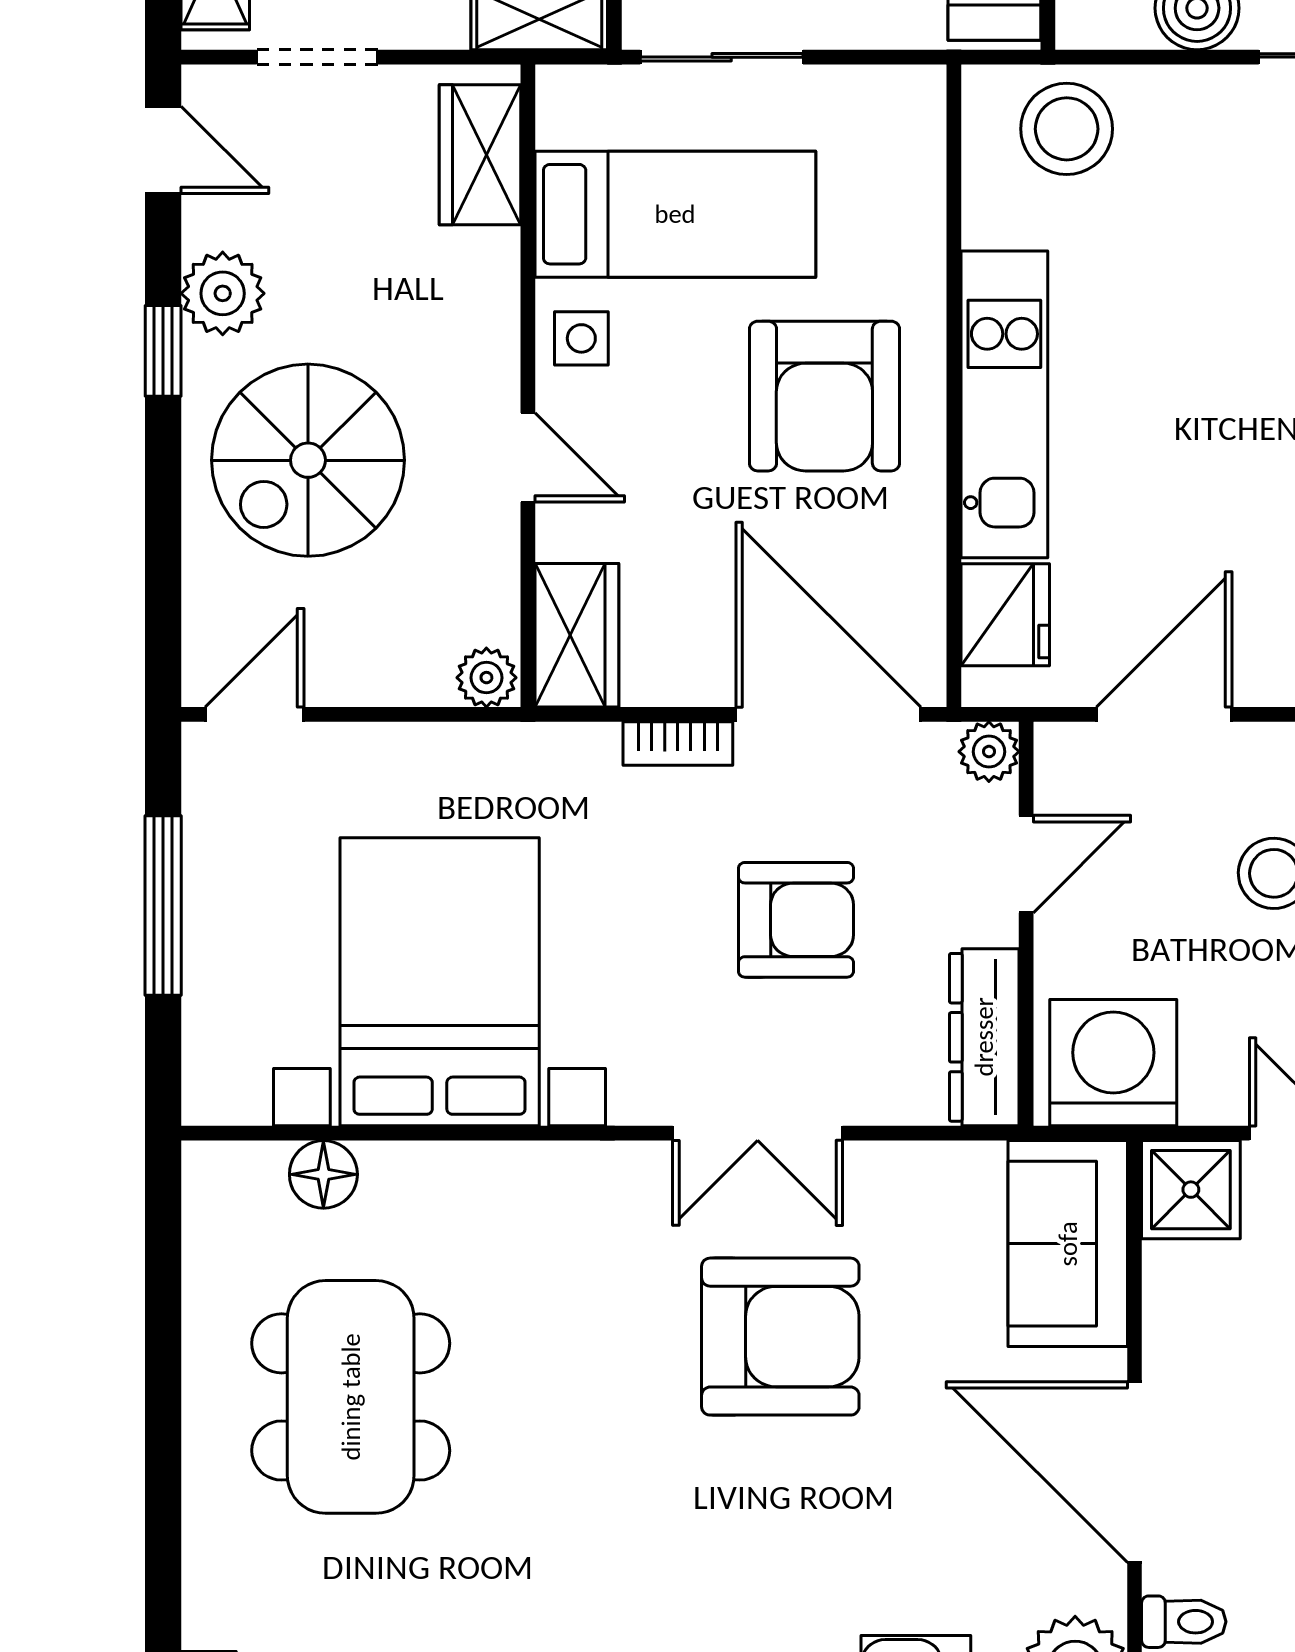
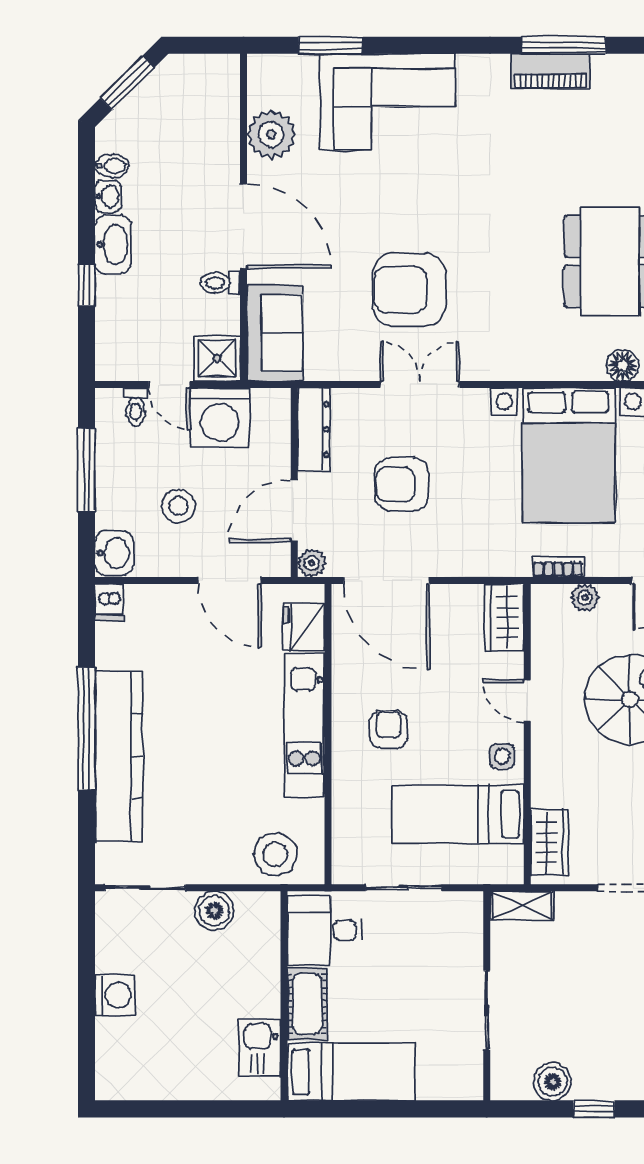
sliding door: (722, 57) -> (404, 888), moved
armchair: (824, 396) -> (388, 729), width x0.53, depth x0.53
plant: (486, 678) -> (585, 598), moved
door: (1164, 714) -> (230, 580), hinge flipped
bookcase: (678, 743) -> (558, 567), moved
door: (1026, 864) -> (294, 510), width x1.37
washing machine: (1113, 1063) -> (220, 418), moved
toilet: (1184, 1622) -> (220, 283), moved

